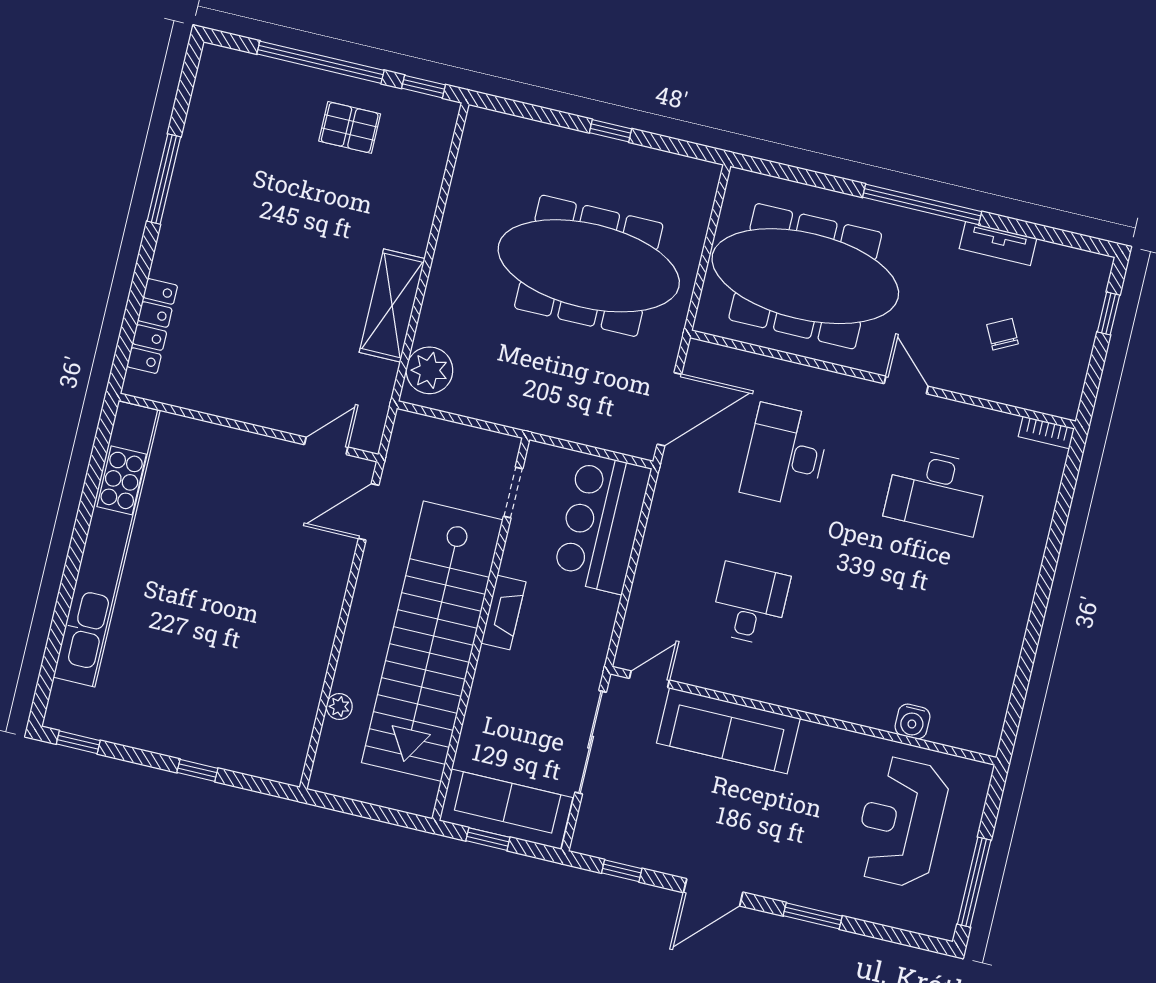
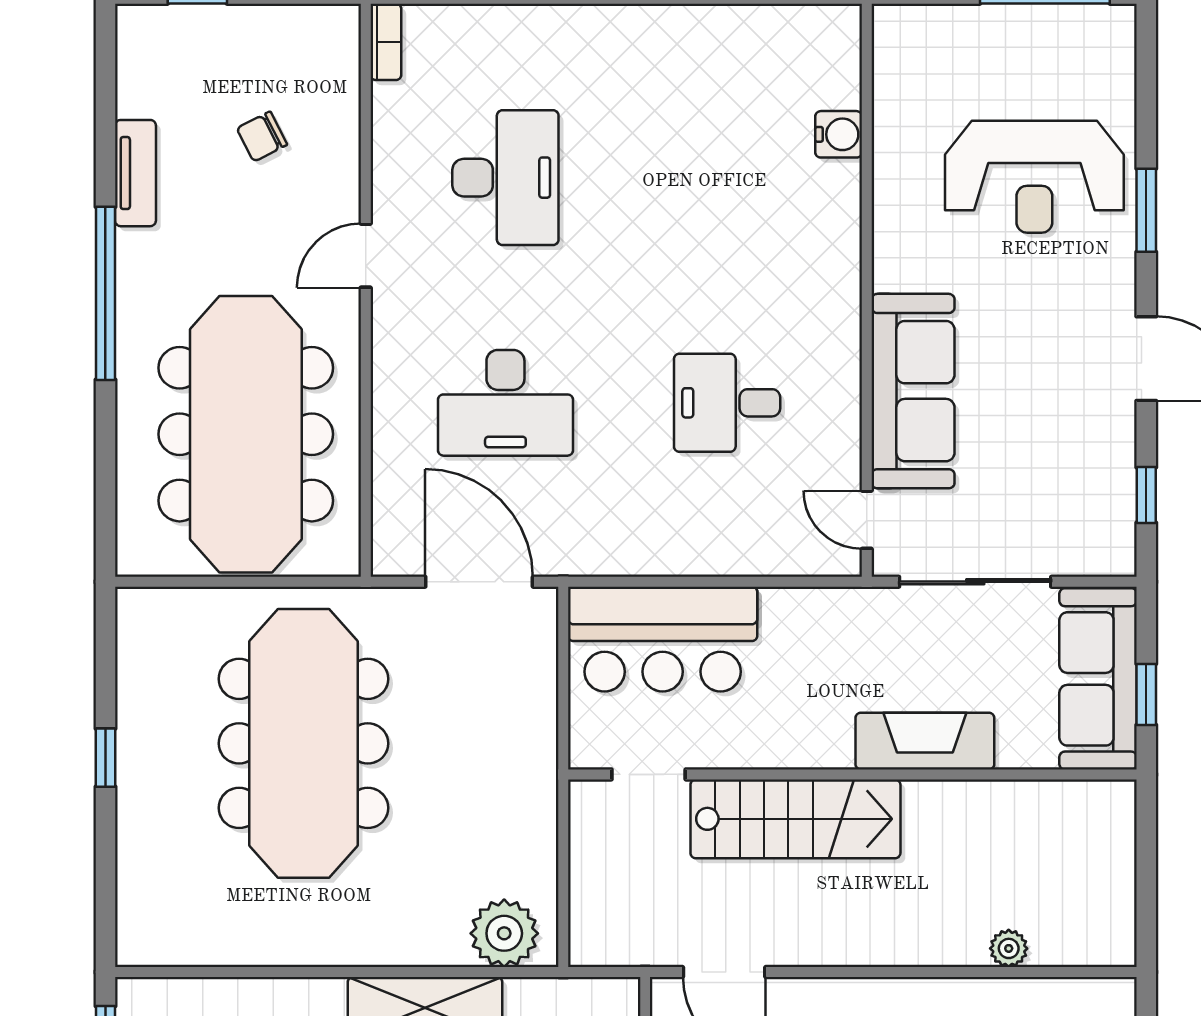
fireplace: (504, 612) -> (925, 741), moved, width x1.37, depth x1.32
stairs: (432, 641) -> (795, 819), width x0.54, depth x0.66
reception desk: (901, 822) -> (1034, 177), moved

